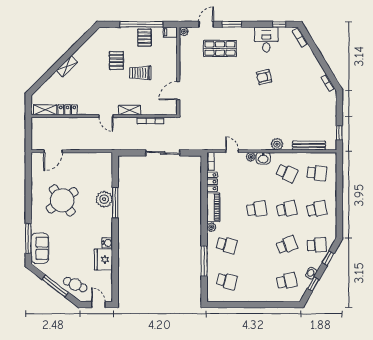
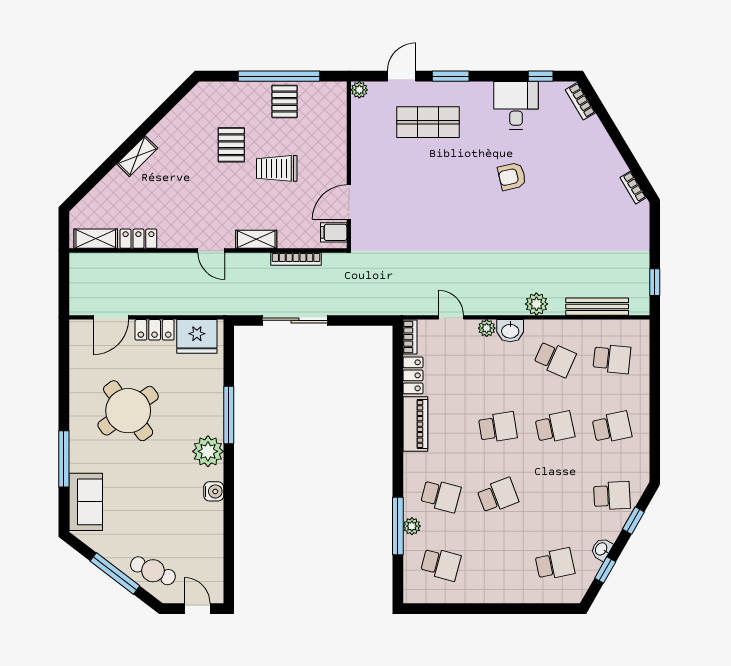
filing cabinet: (170, 32) -> (334, 232), moved
sliding door: (163, 153) -> (295, 320), moved
locker: (76, 158) -> (155, 330), added
plant: (104, 199) -> (208, 451), moved
plant: (211, 227) -> (412, 526), moved
window: (28, 238) -> (64, 459), moved
school desk: (287, 245) -> (498, 496), moved
fridge: (103, 259) -> (197, 336), moved, turned -90

